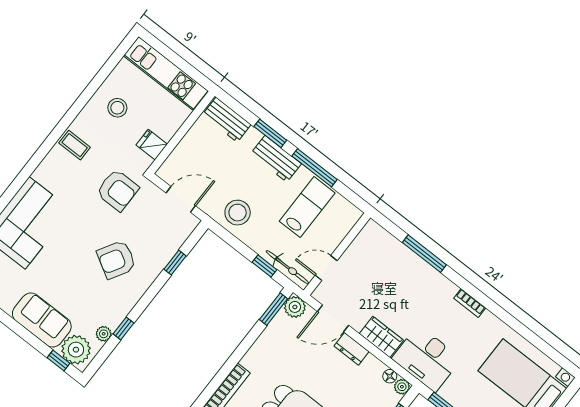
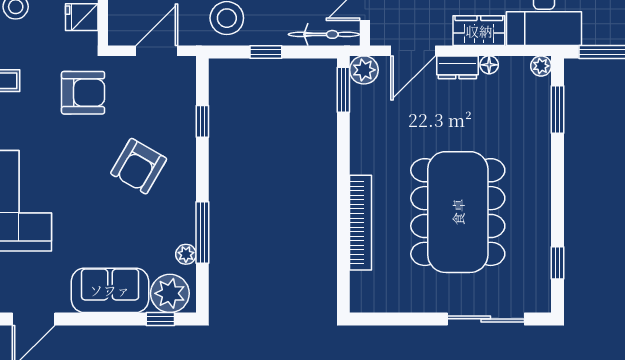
window: (265, 266) -> (266, 52), moved
window: (124, 328) -> (202, 232), width x2.17
floor lamp: (390, 376) -> (489, 65), moved

